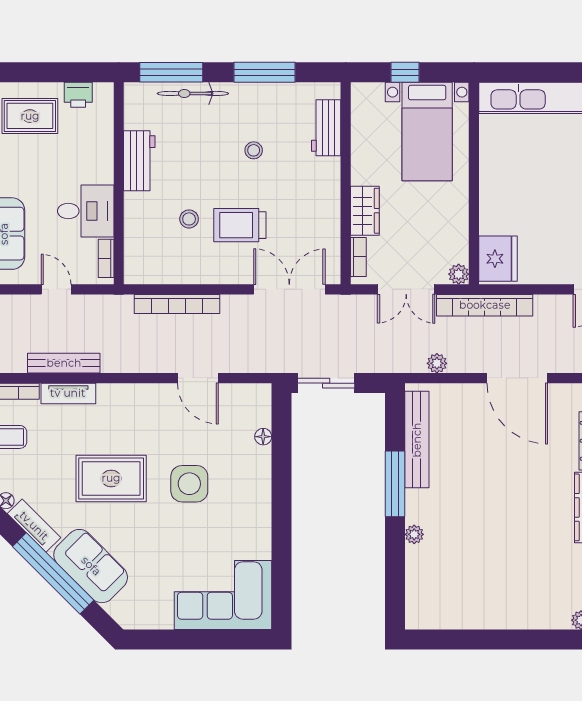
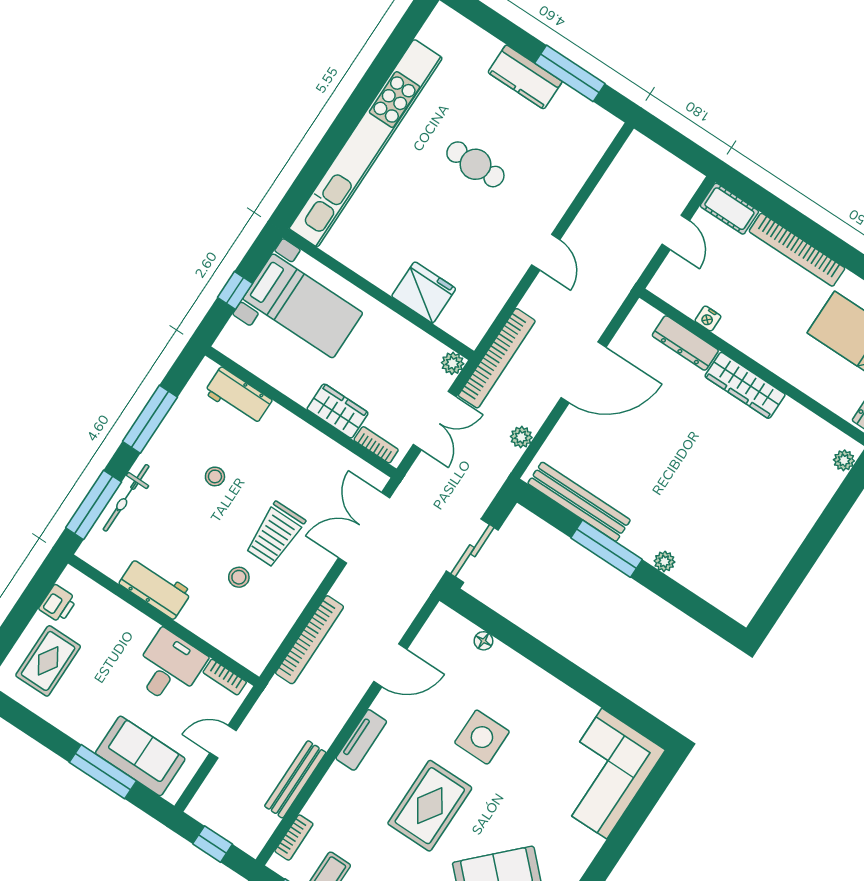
fridge: (498, 259) -> (424, 292), moved
tv unit: (68, 393) -> (361, 740), moved

